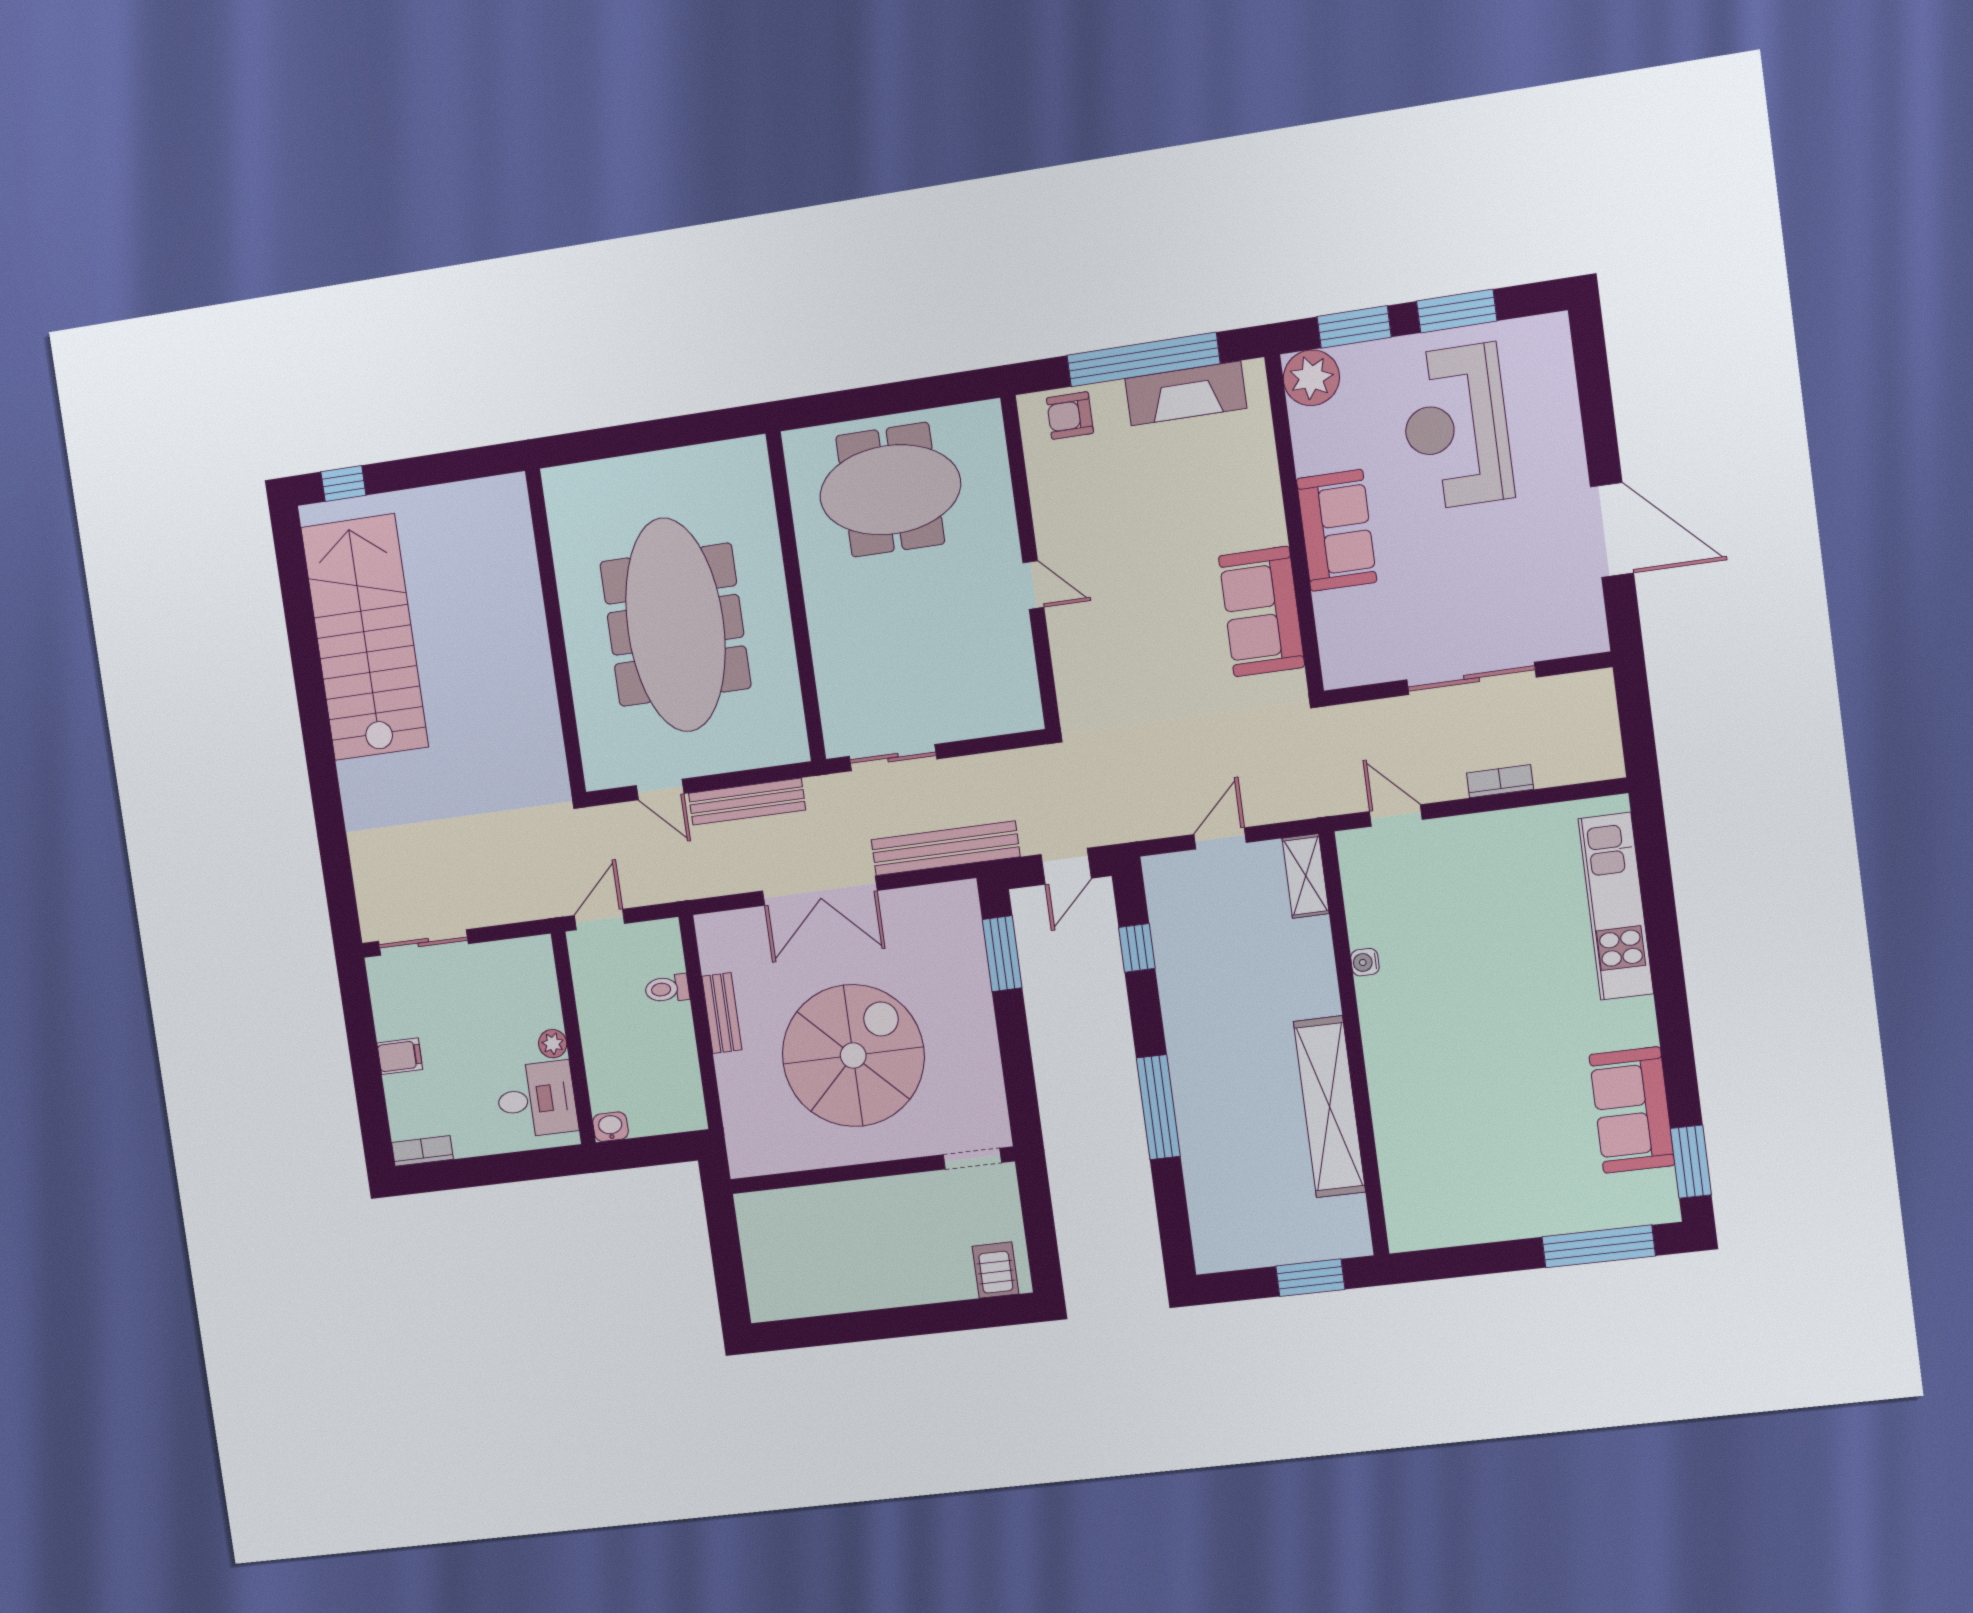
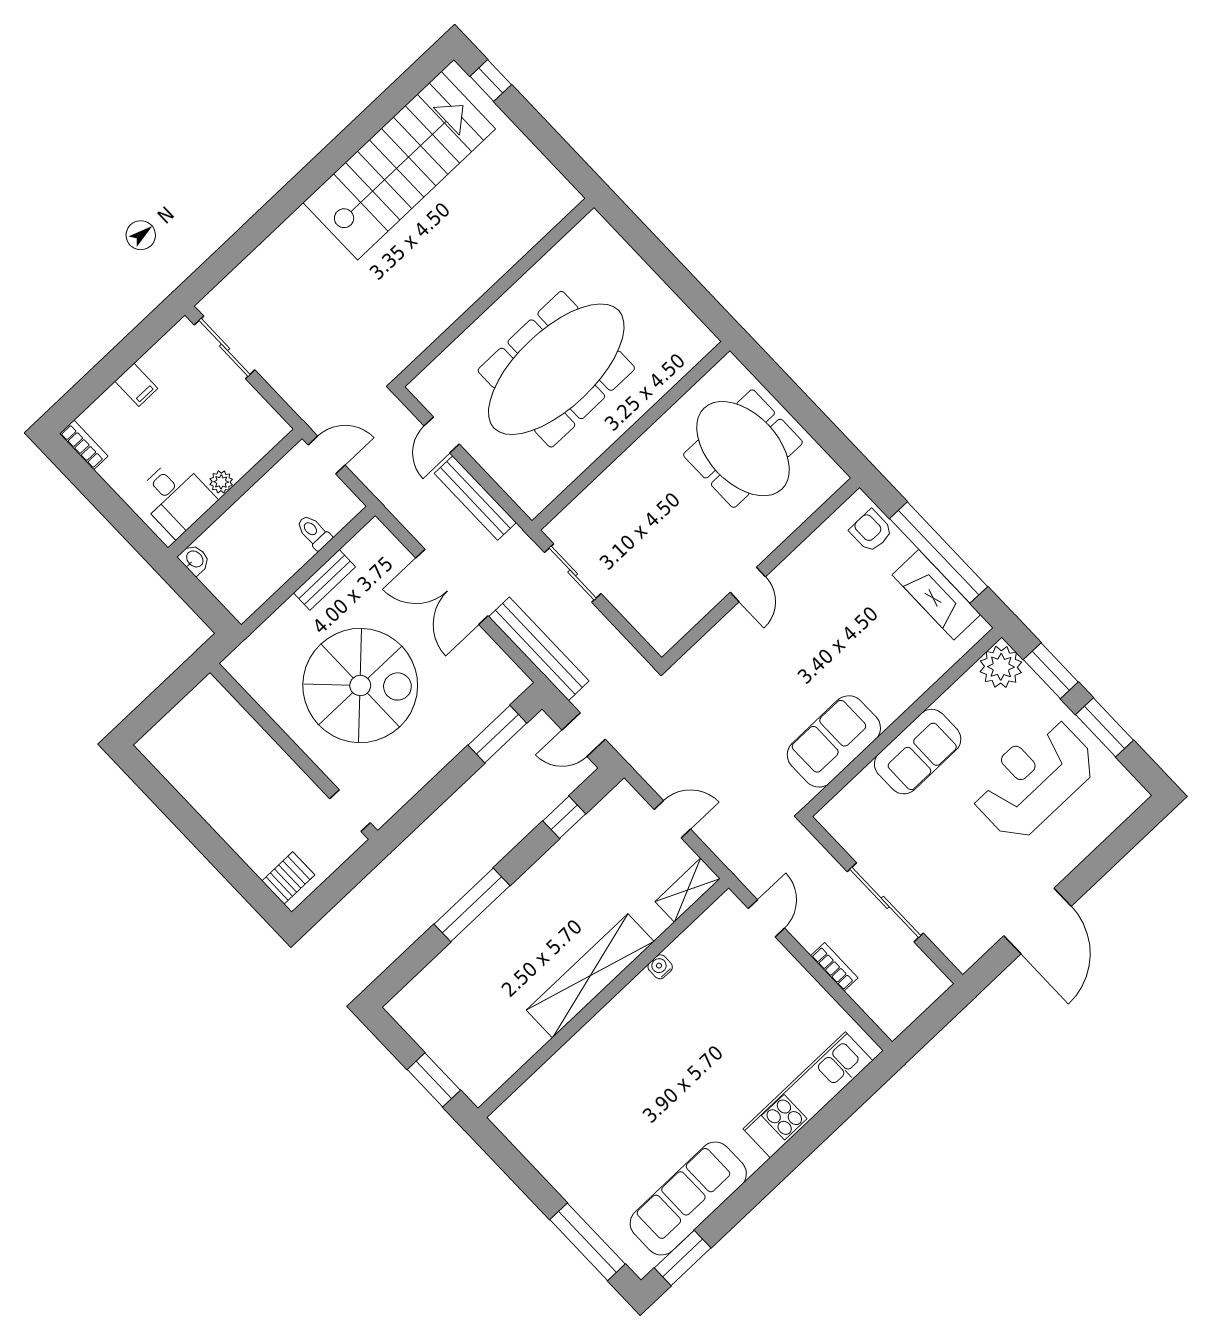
shelving: (1329, 1107) -> (590, 976), moved
sofa: (1632, 1110) -> (688, 1199), width x1.36

